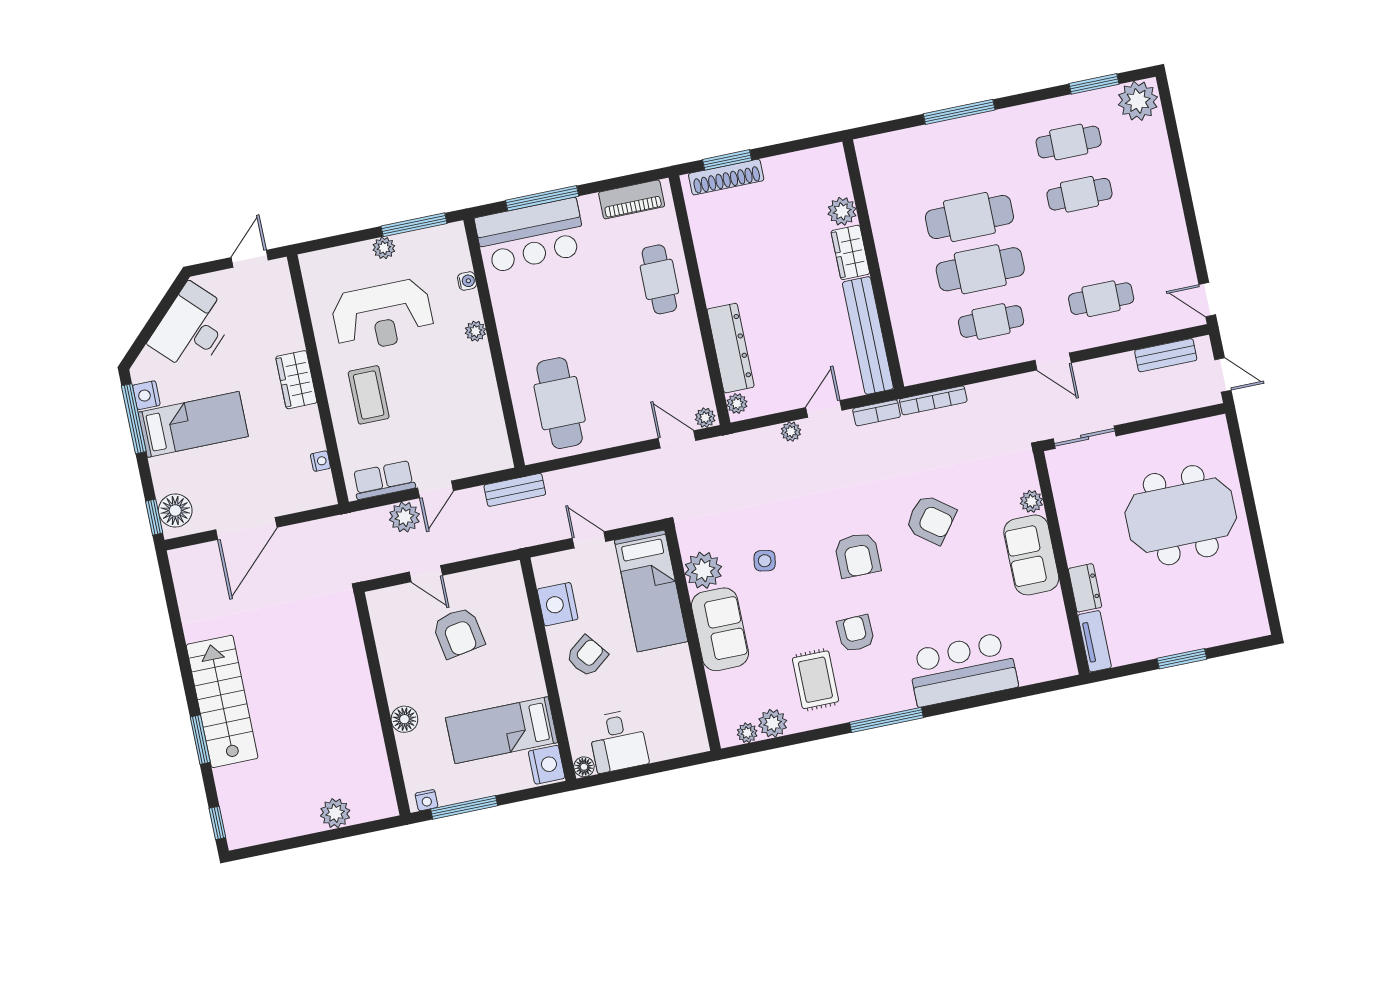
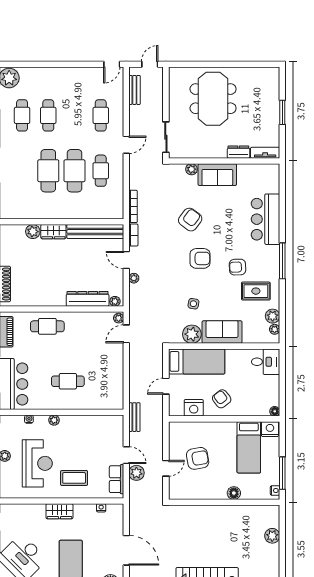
cafe table: (560, 403) -> (68, 381), moved, width x0.73, depth x0.74
desk: (618, 741) -> (266, 362), moved

